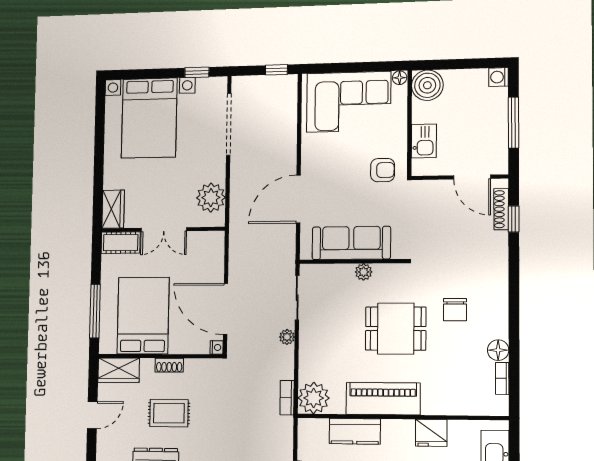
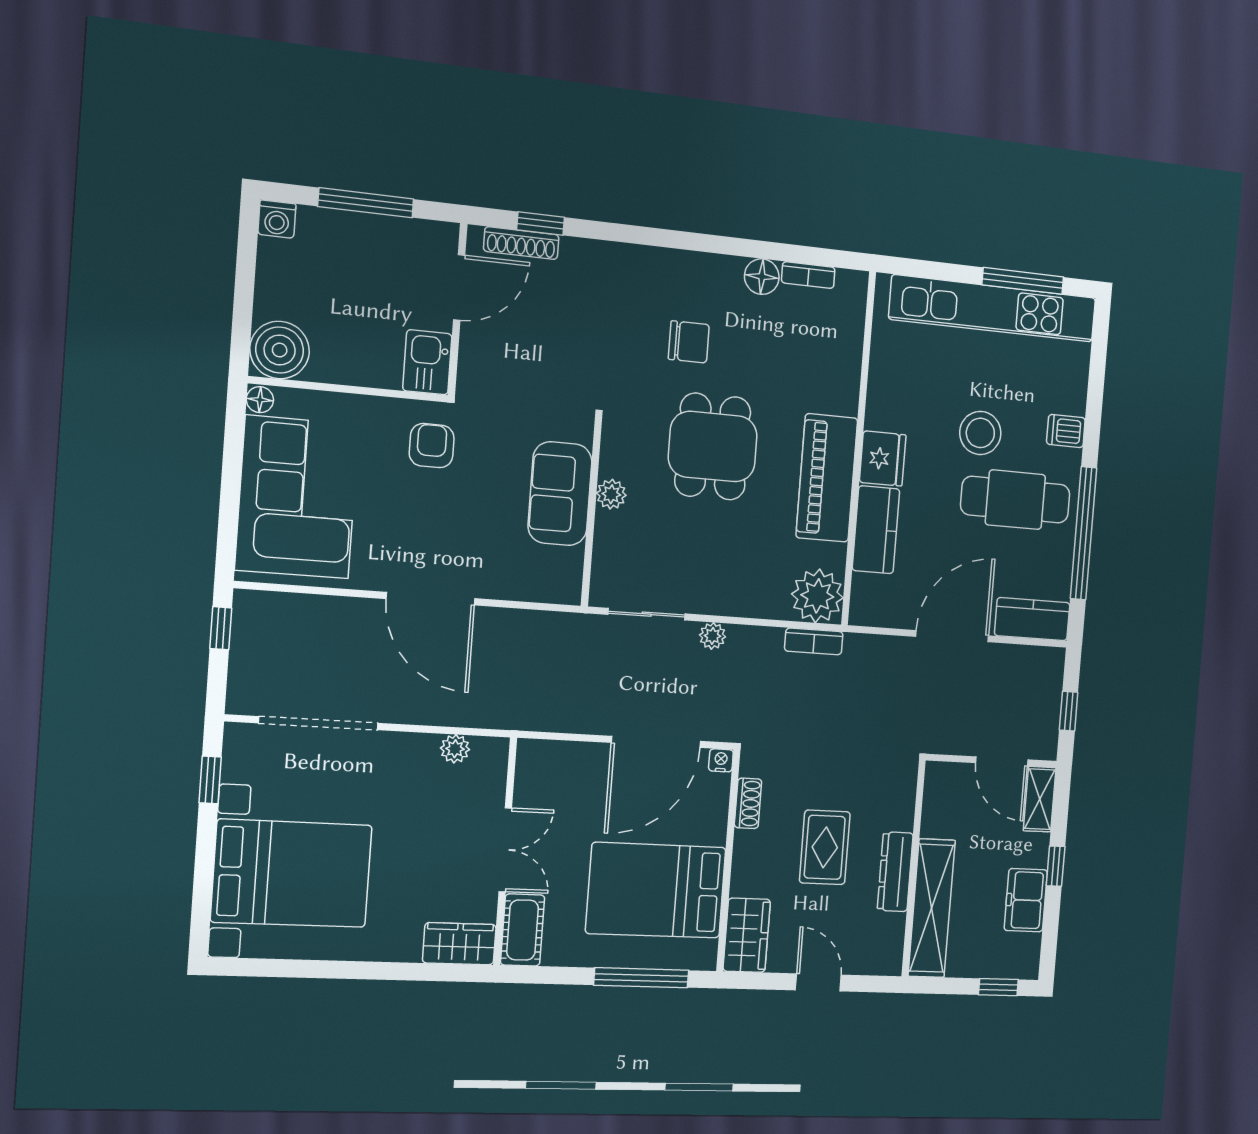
kitchen sink: (424, 141) -> (427, 362), moved, turned -90
plant: (211, 198) -> (455, 749), width x0.53, depth x0.53
door: (298, 199) -> (431, 599), moved
sofa: (351, 243) -> (560, 494), width x0.73
shoe rack: (169, 365) -> (748, 803), moved
fridge: (431, 433) -> (883, 459), moved

